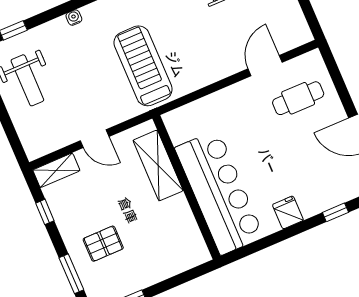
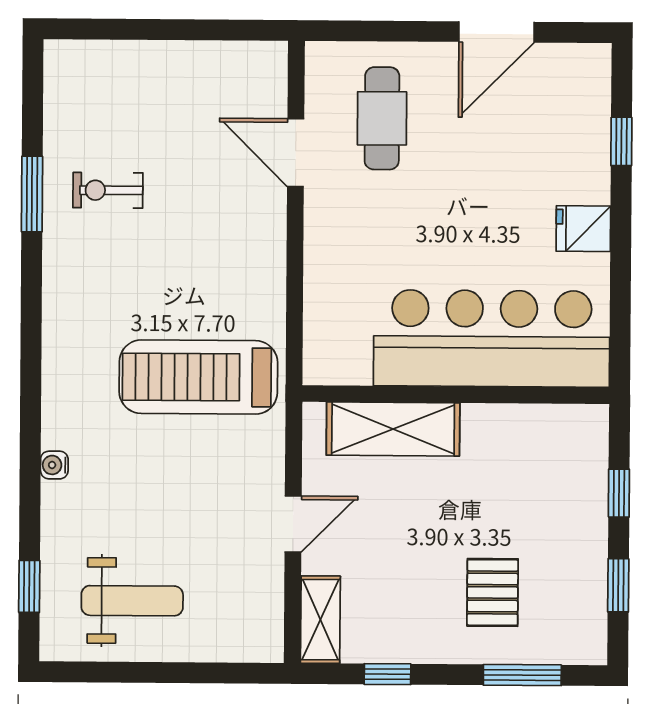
window: (174, 282) -> (619, 493), added

